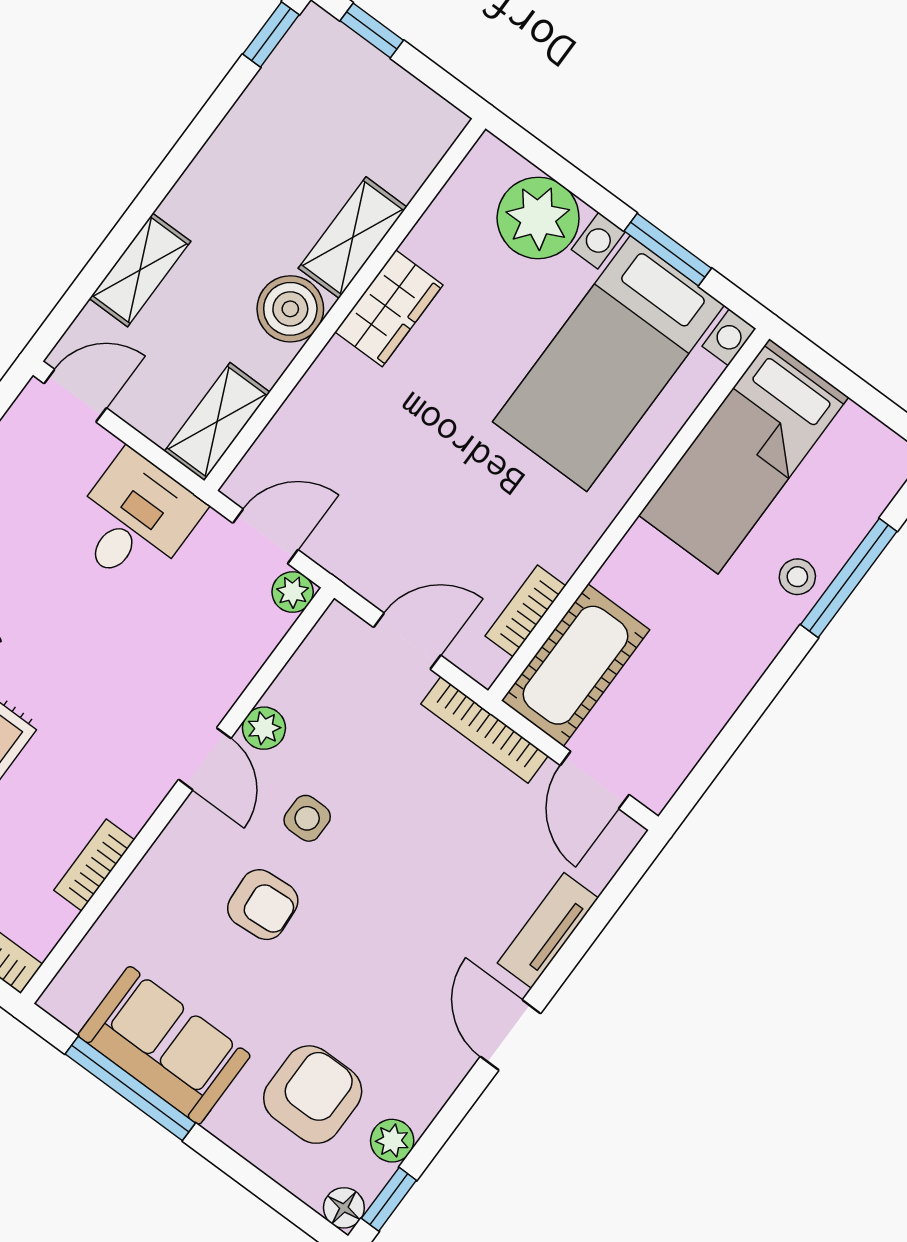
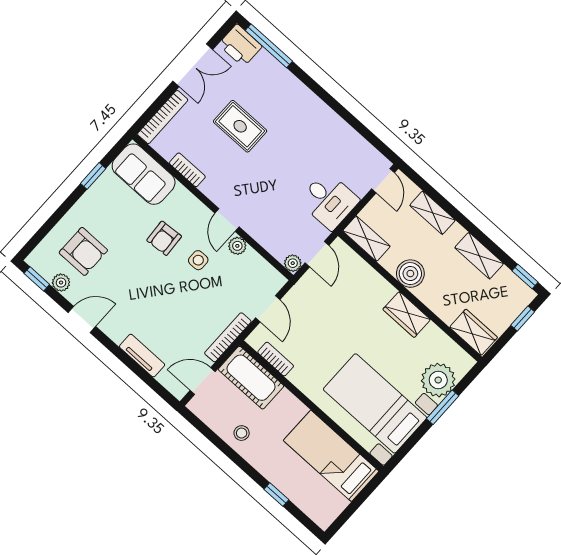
wardrobe: (416, 145) -> (474, 332), added
shelving: (353, 238) -> (479, 256), moved
window: (668, 250) -> (443, 407), moved
stool: (797, 577) -> (242, 433), moved
window: (849, 578) -> (276, 495), width x0.46
door: (205, 759) -> (227, 220), hinge flipped
door: (511, 1035) -> (82, 319), moved
sofa: (164, 1045) -> (144, 174), moved, turned 90
window: (130, 1088) -> (93, 176), width x0.46
floor lamp: (344, 1208) -> (35, 260), removed

